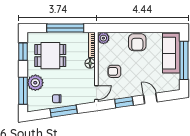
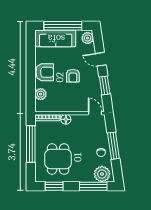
plant: (103, 38) -> (41, 94), moved
armchair: (114, 71) -> (73, 76), moved
plant: (35, 83) -> (102, 174), moved
plant: (172, 85) -> (88, 38), added
door: (150, 98) -> (101, 59), hinge flipped

